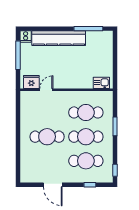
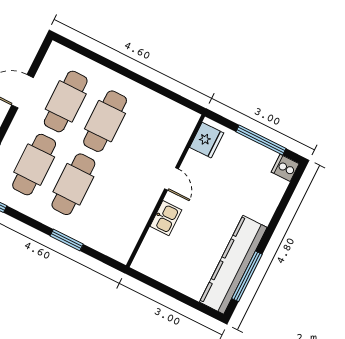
kitchen counter: (59, 38) -> (233, 265), moved
kitchen sink: (101, 83) -> (166, 218), moved
door: (46, 90) -> (172, 179), moved
cafe table: (86, 112) -> (66, 101), moved

